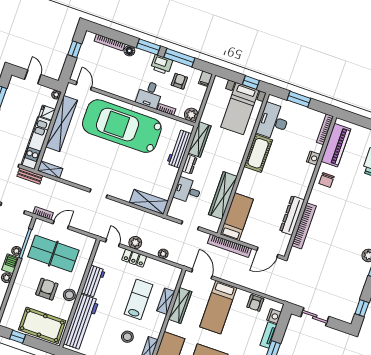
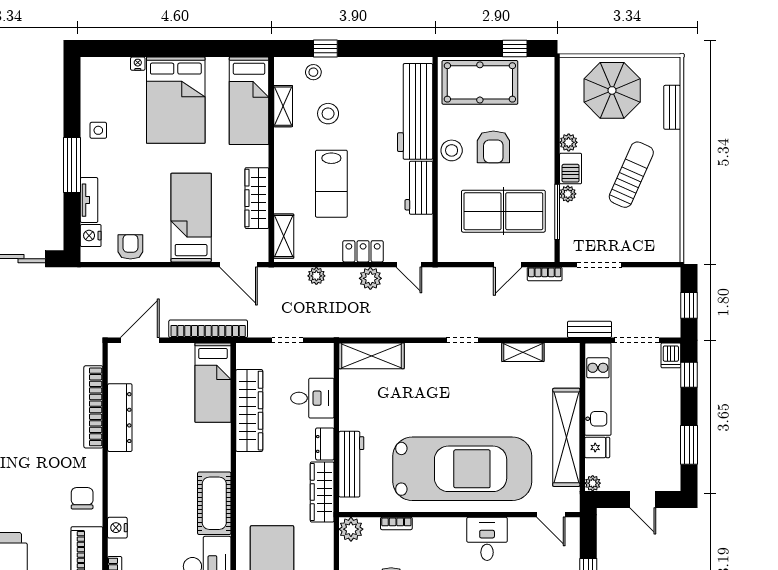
desk: (150, 95) -> (487, 539), moved
shelving: (50, 170) -> (523, 352), moved
shelving: (166, 301) -> (284, 236), moved

